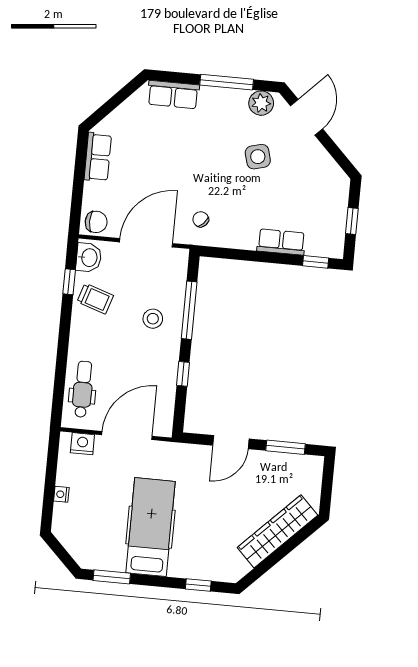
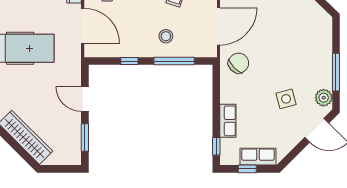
row of seats: (173, 95) -> (258, 157), moved, turned 90
chair: (201, 219) -> (238, 63), width x1.87, depth x1.87
door: (146, 243) -> (219, 26), hinge flipped

